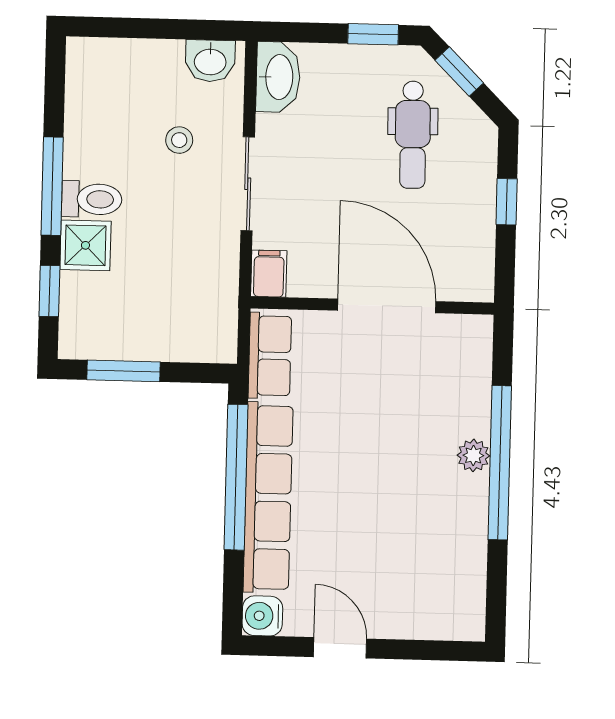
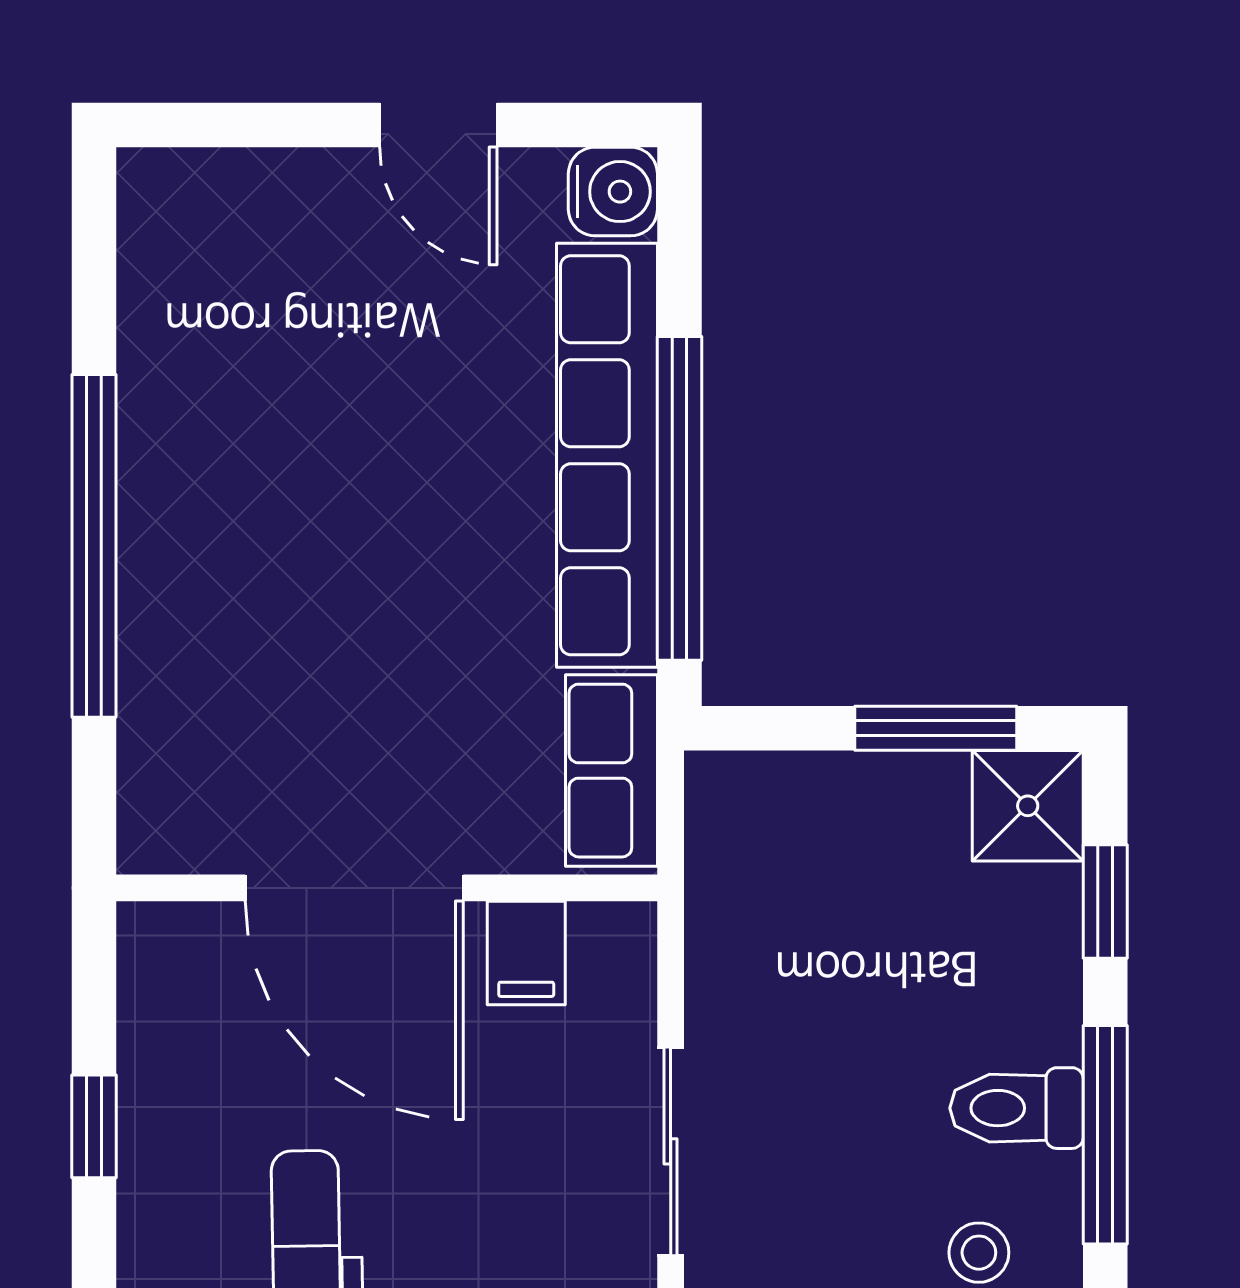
stool: (179, 140) -> (979, 1253), moved
shower: (85, 245) -> (1028, 806), moved
filing cabinet: (269, 274) -> (526, 953), moved
plant: (473, 455) -> (153, 560), removed

